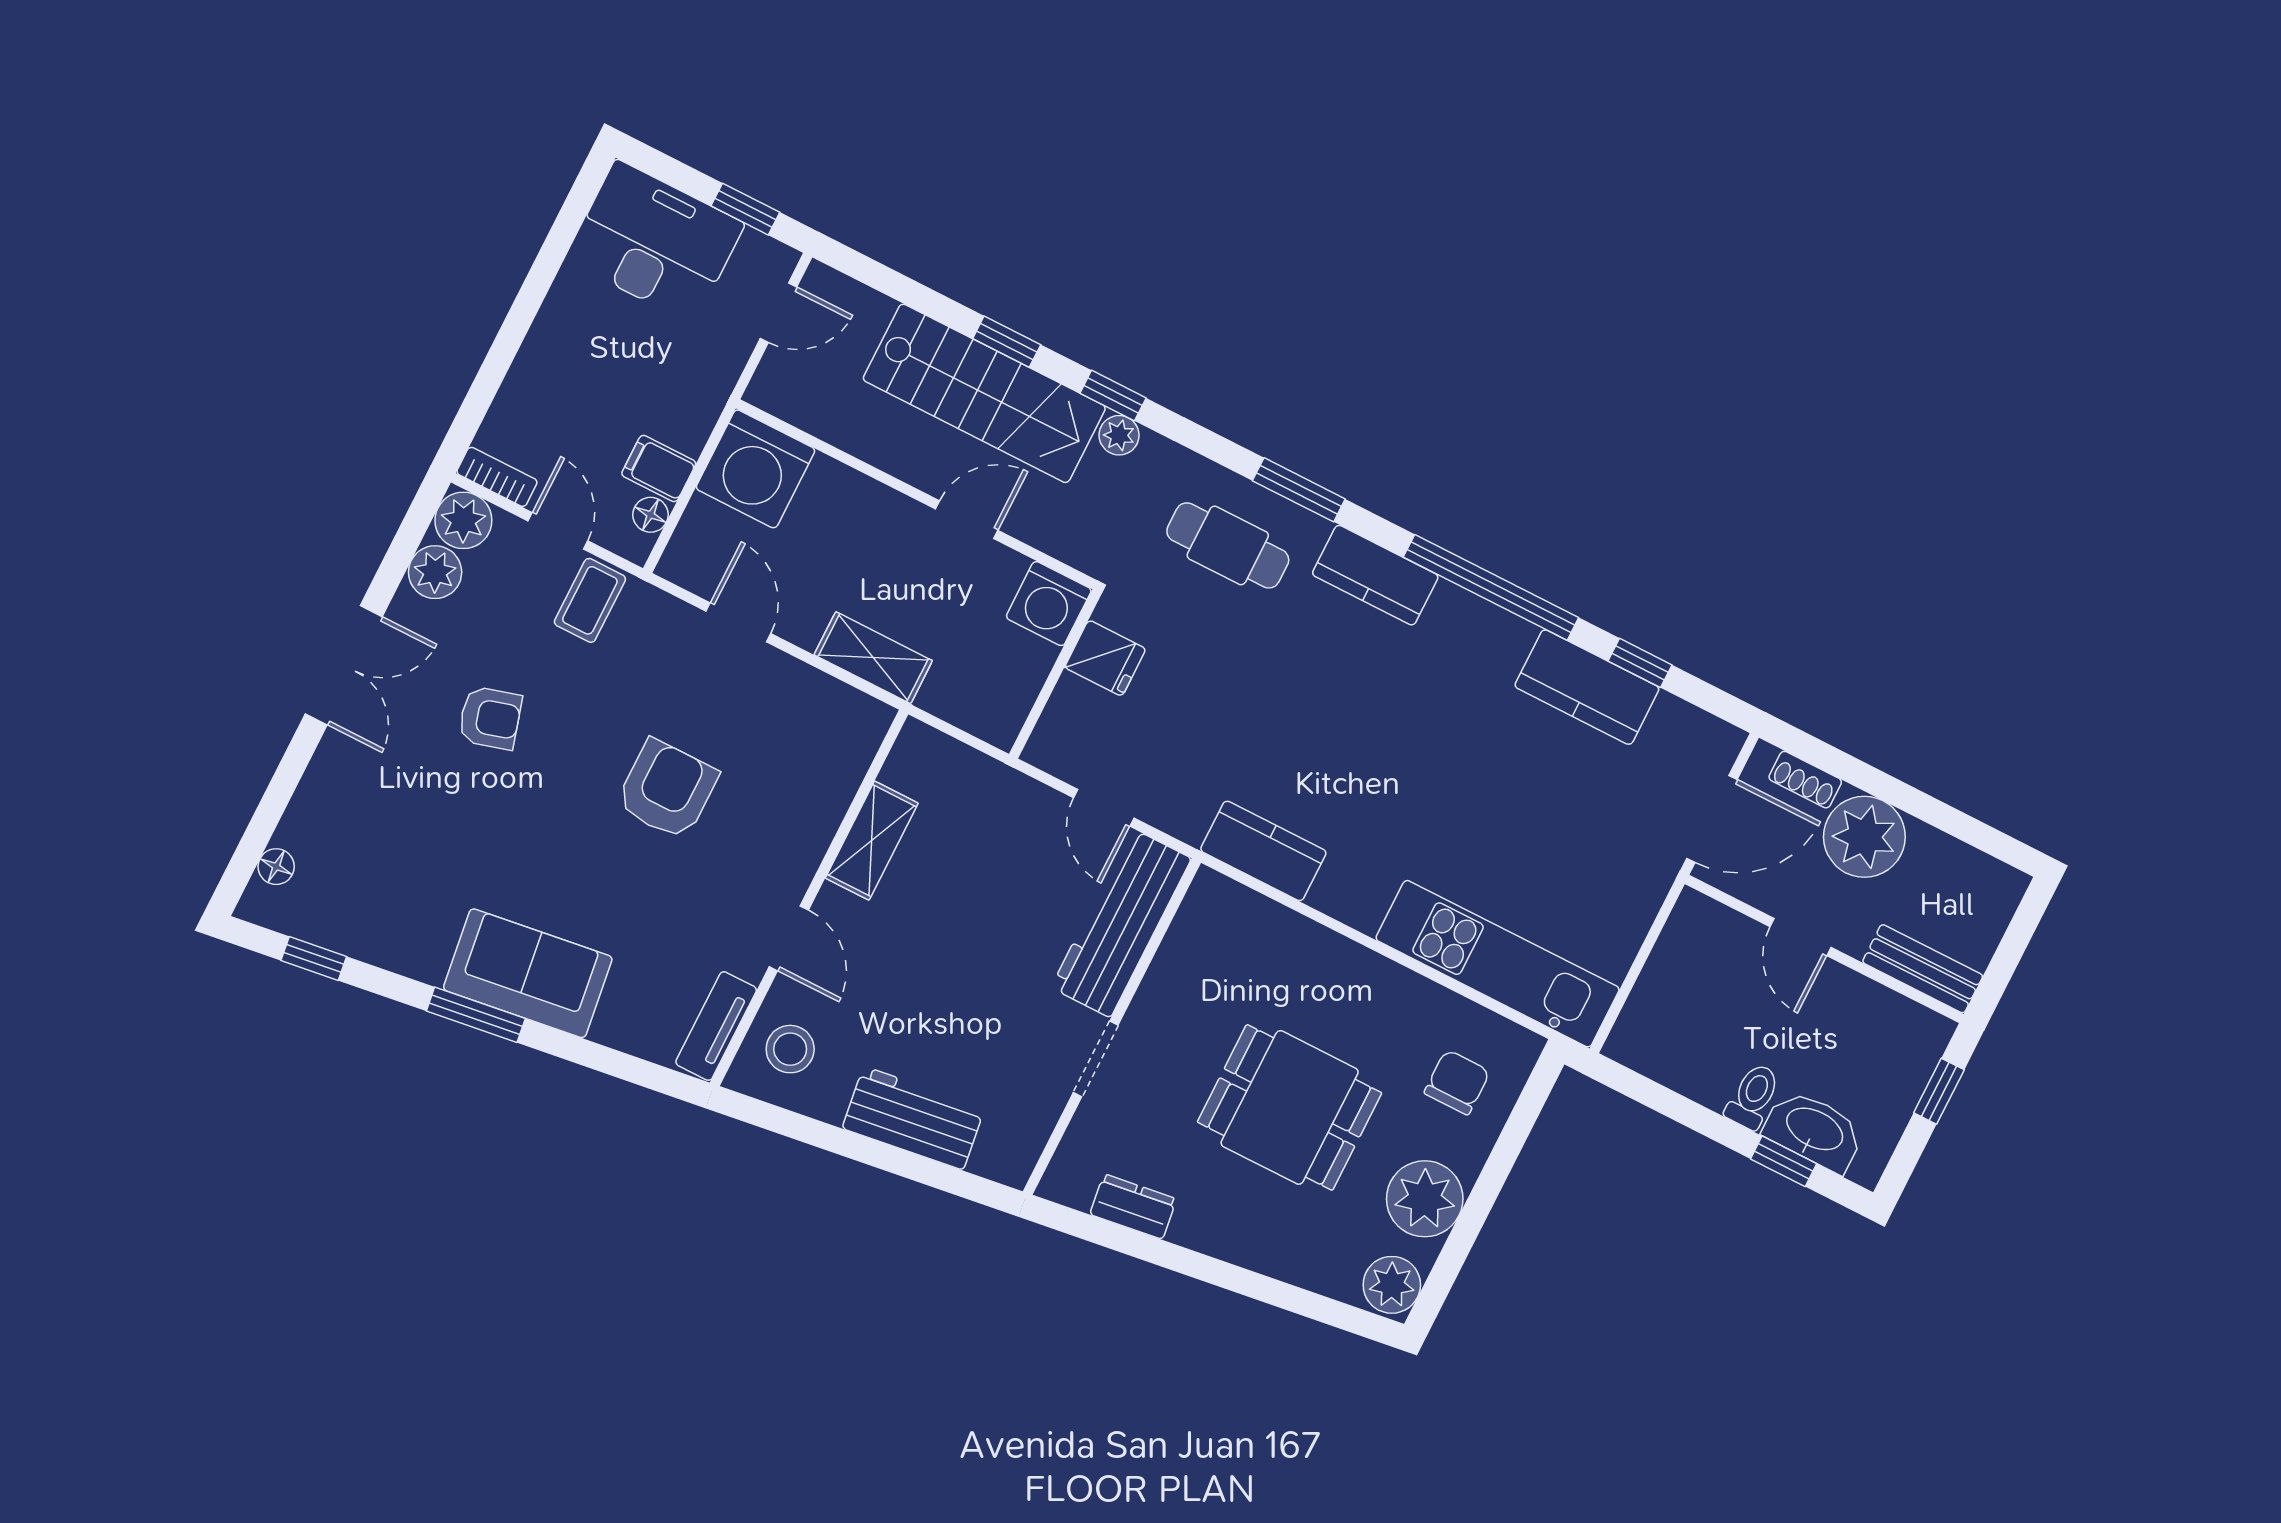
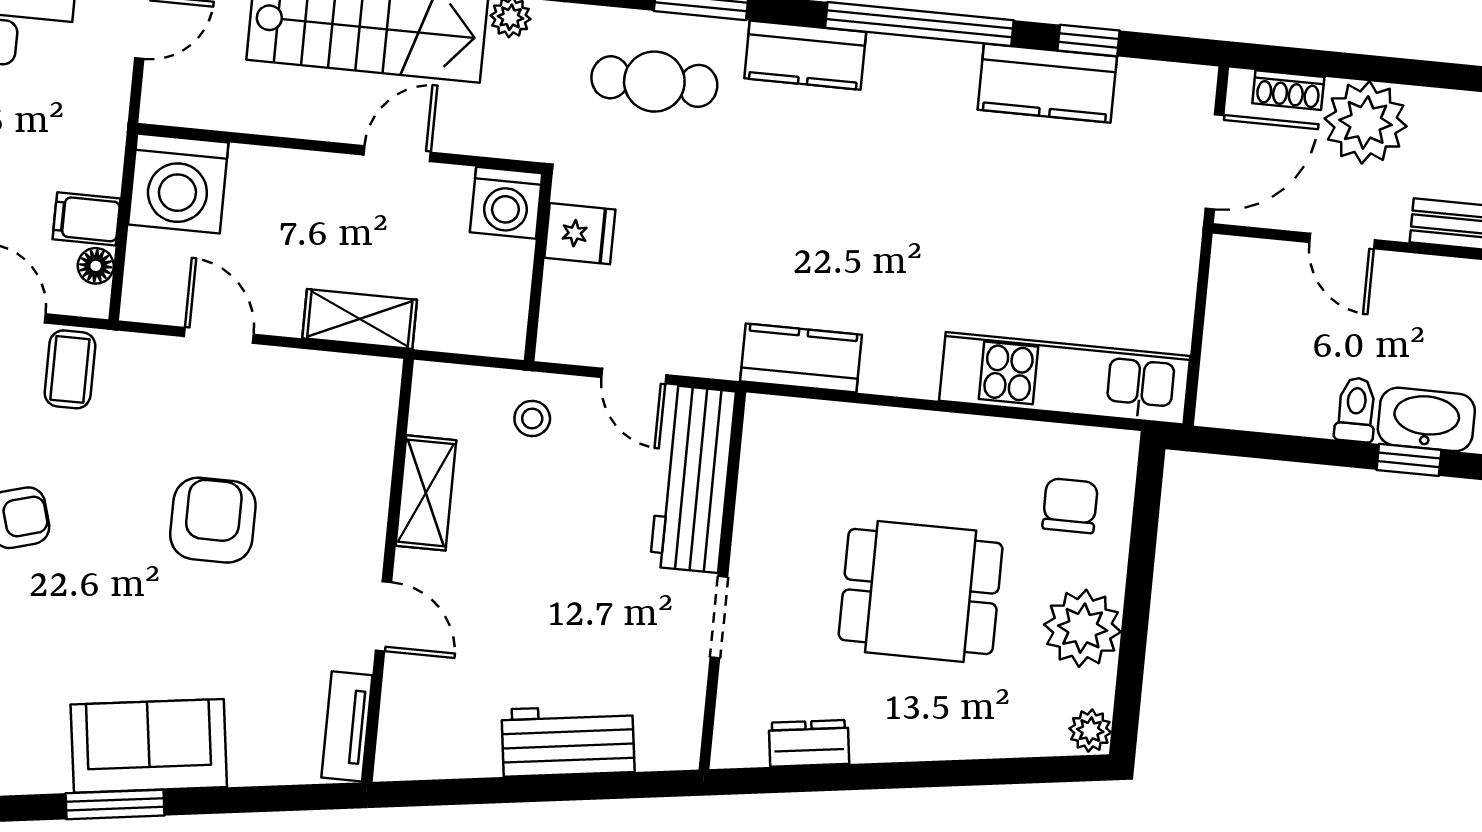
stool: (790, 1049) -> (532, 418), moved, width x0.73, depth x0.73
plant: (1392, 1285) -> (1090, 731), width x0.73, depth x0.73

